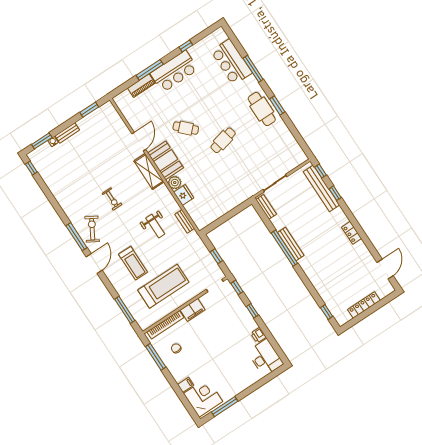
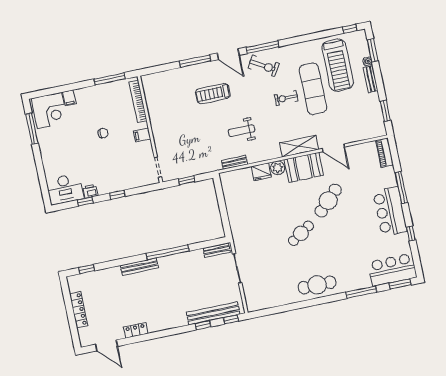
bar counter: (231, 62) -> (392, 270), moved
piano: (141, 86) -> (385, 153), moved
window: (277, 105) -> (400, 284), moved
cafe table: (186, 128) -> (328, 201), width x1.37, depth x1.35
cafe table: (223, 140) -> (301, 233), turned 70
exercise mat: (95, 179) -> (313, 89), added
locker: (352, 233) -> (136, 330), moved
bench: (291, 244) -> (139, 267), moved
treadmill: (163, 286) -> (338, 65), moved
window: (237, 287) -> (85, 201), moved
window: (125, 310) -> (195, 61), moved
filing cabinet: (193, 310) -> (142, 135), width x0.50
chair: (176, 348) -> (103, 133), moved

